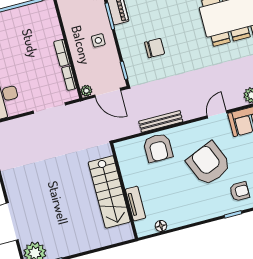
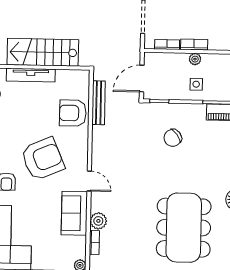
chair: (155, 48) -> (173, 138), turned 53
plant: (86, 91) -> (195, 59), moved
bench: (161, 121) -> (99, 103), moved
tv unit: (136, 204) -> (31, 75), width x1.41

